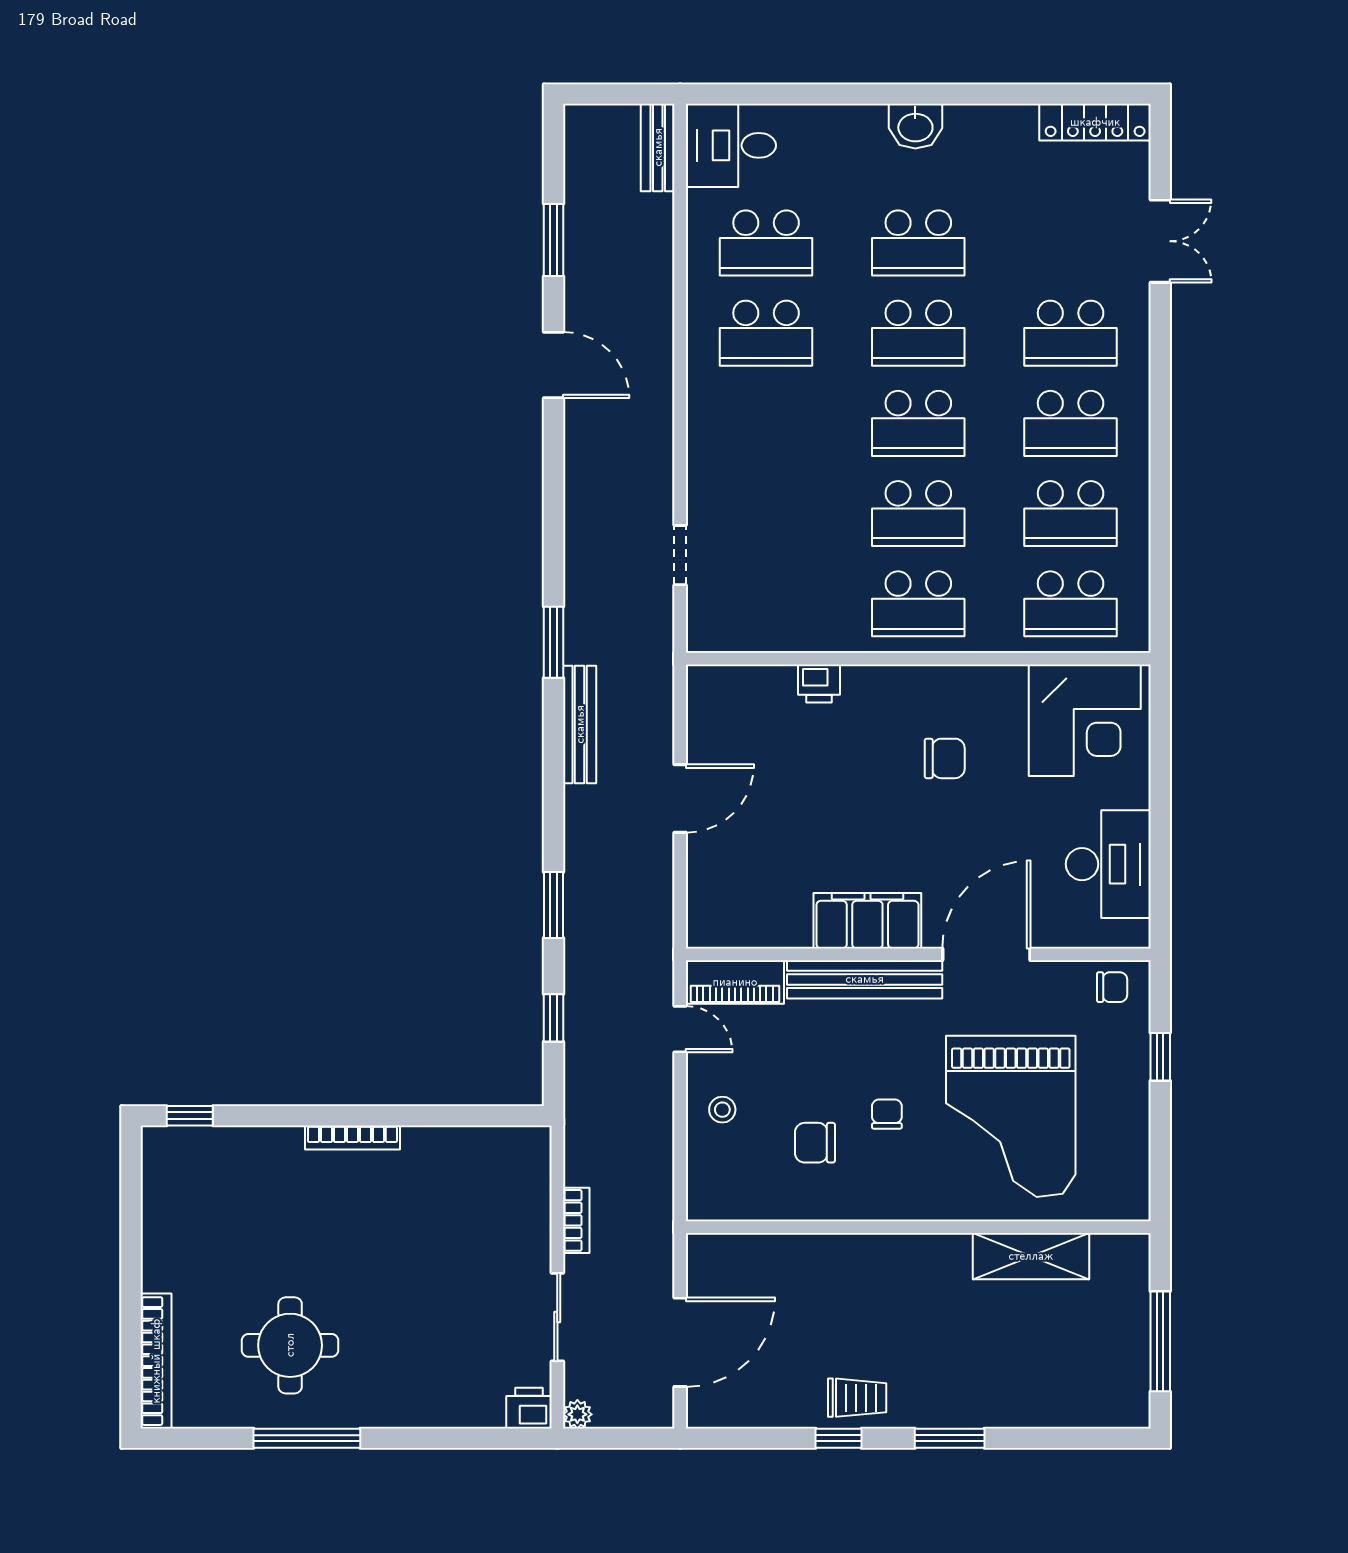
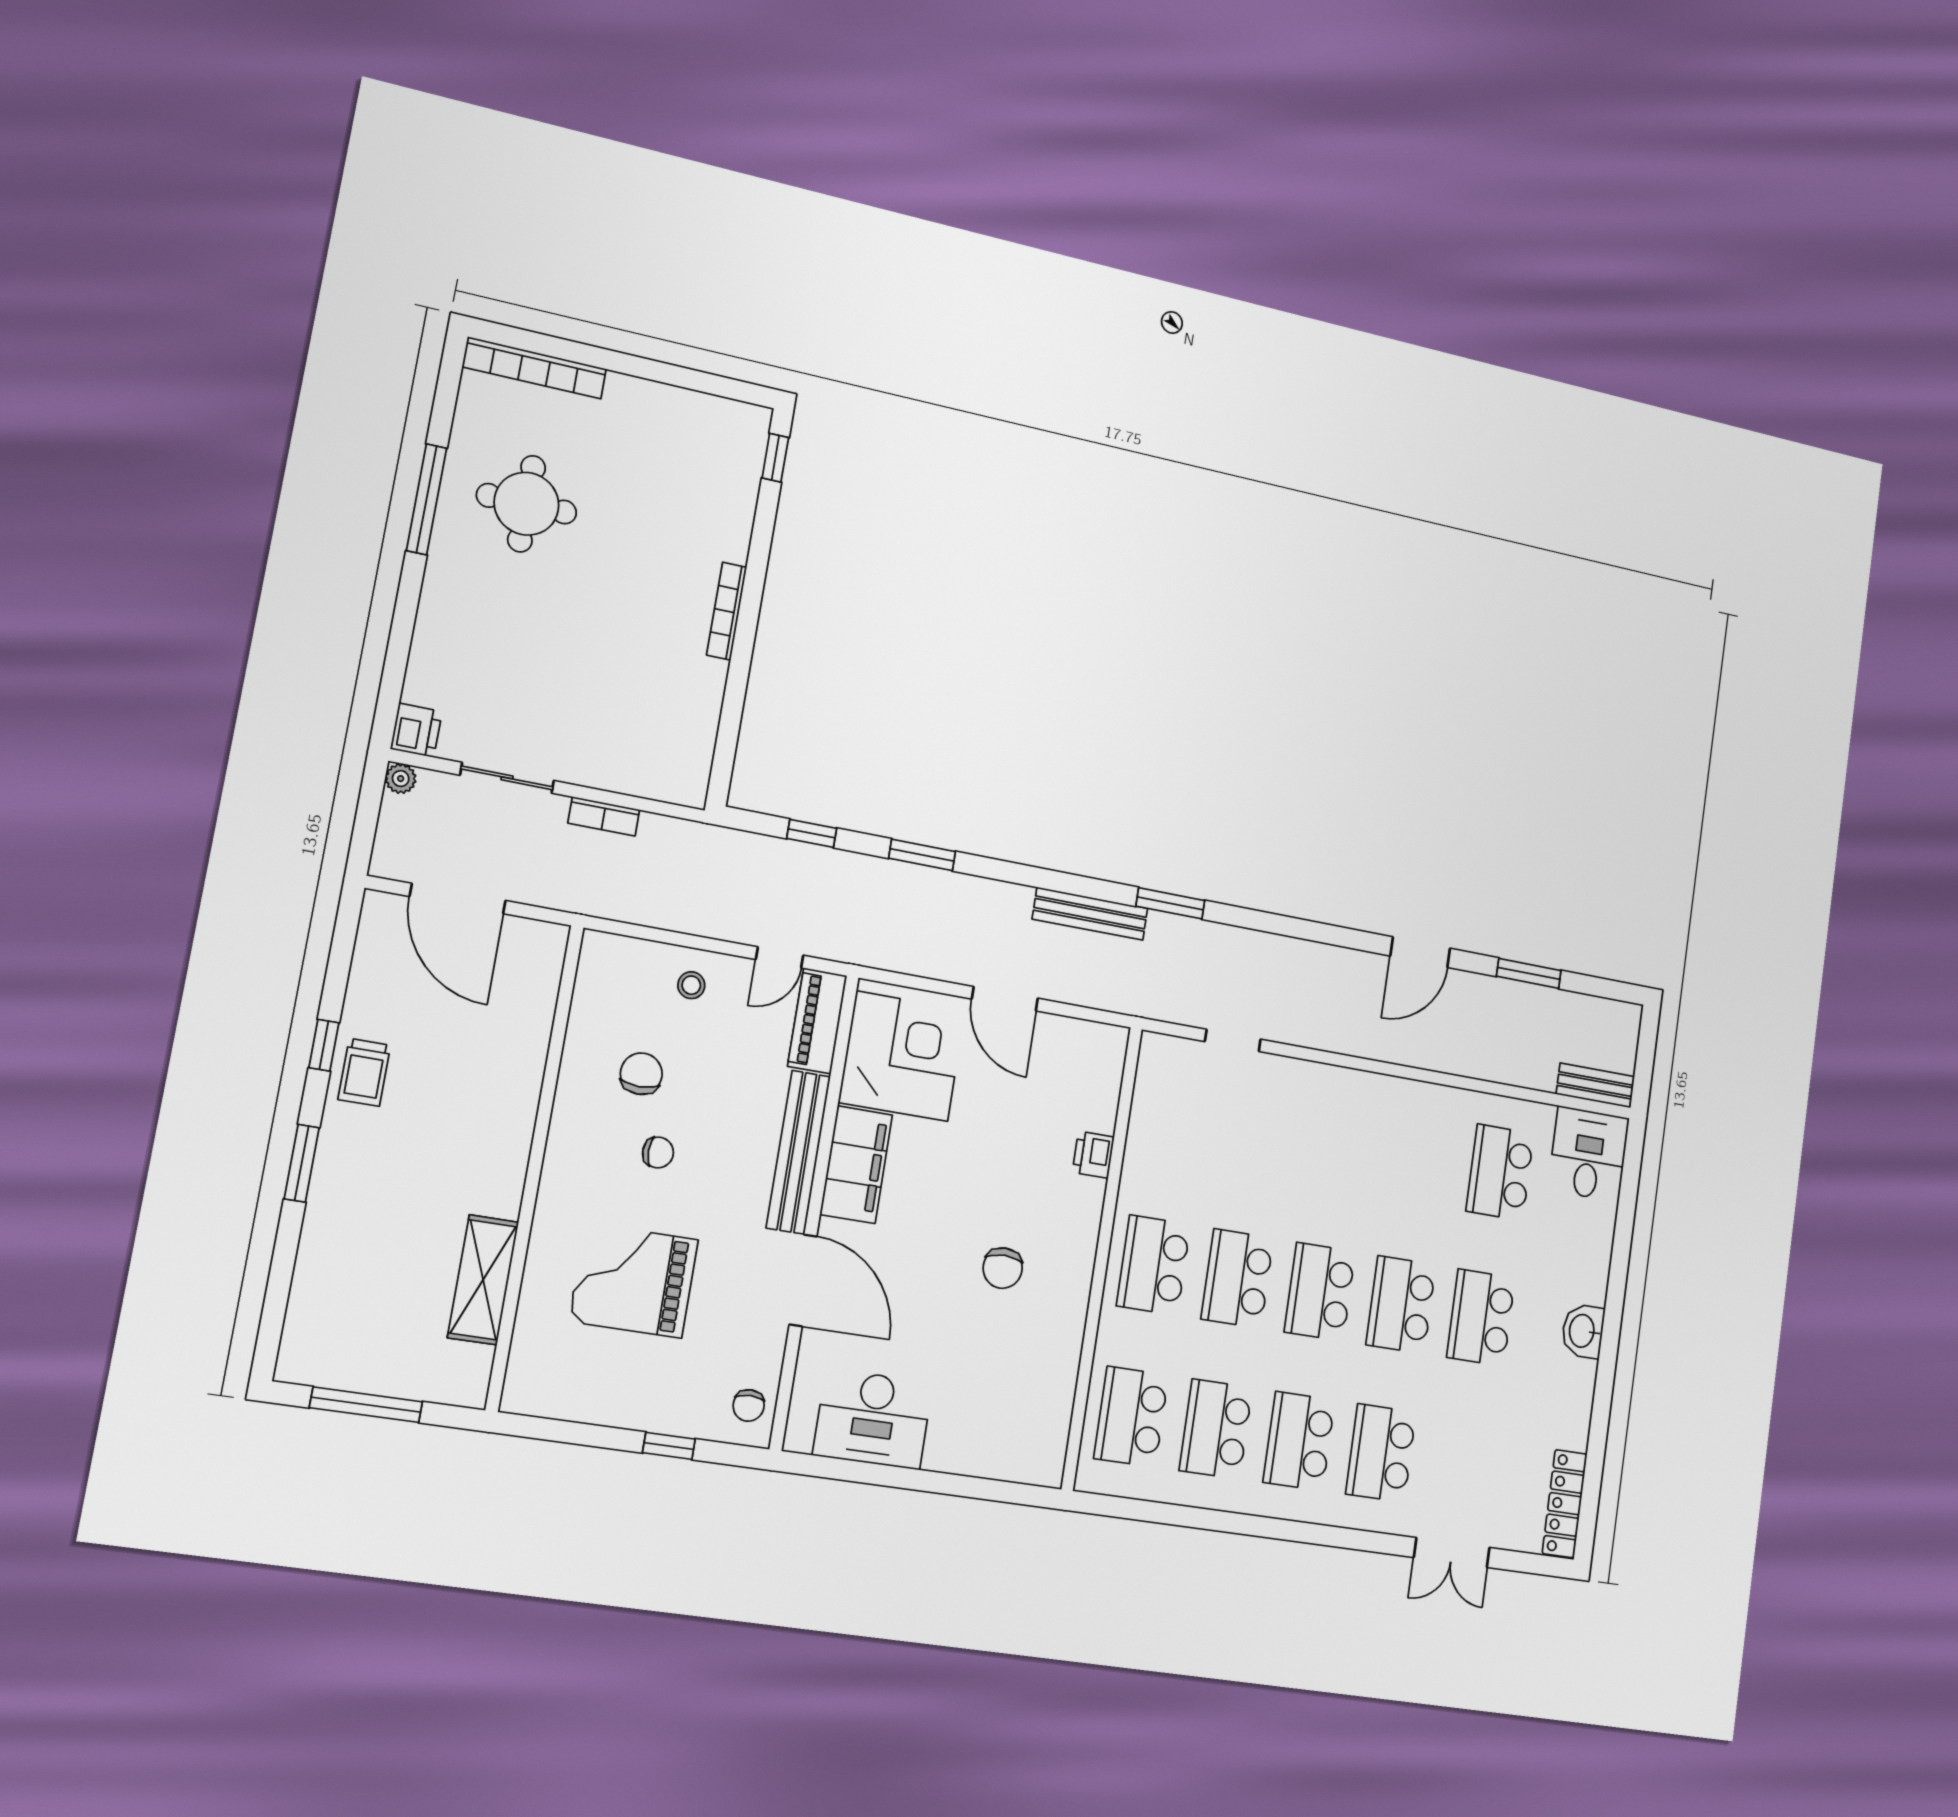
school desk: (766, 333) -> (1421, 1158), removed
corner desk: (1085, 720) -> (902, 1056), moved, turned 180
grand piano: (1011, 1116) -> (634, 1280), width x0.73, depth x0.68

